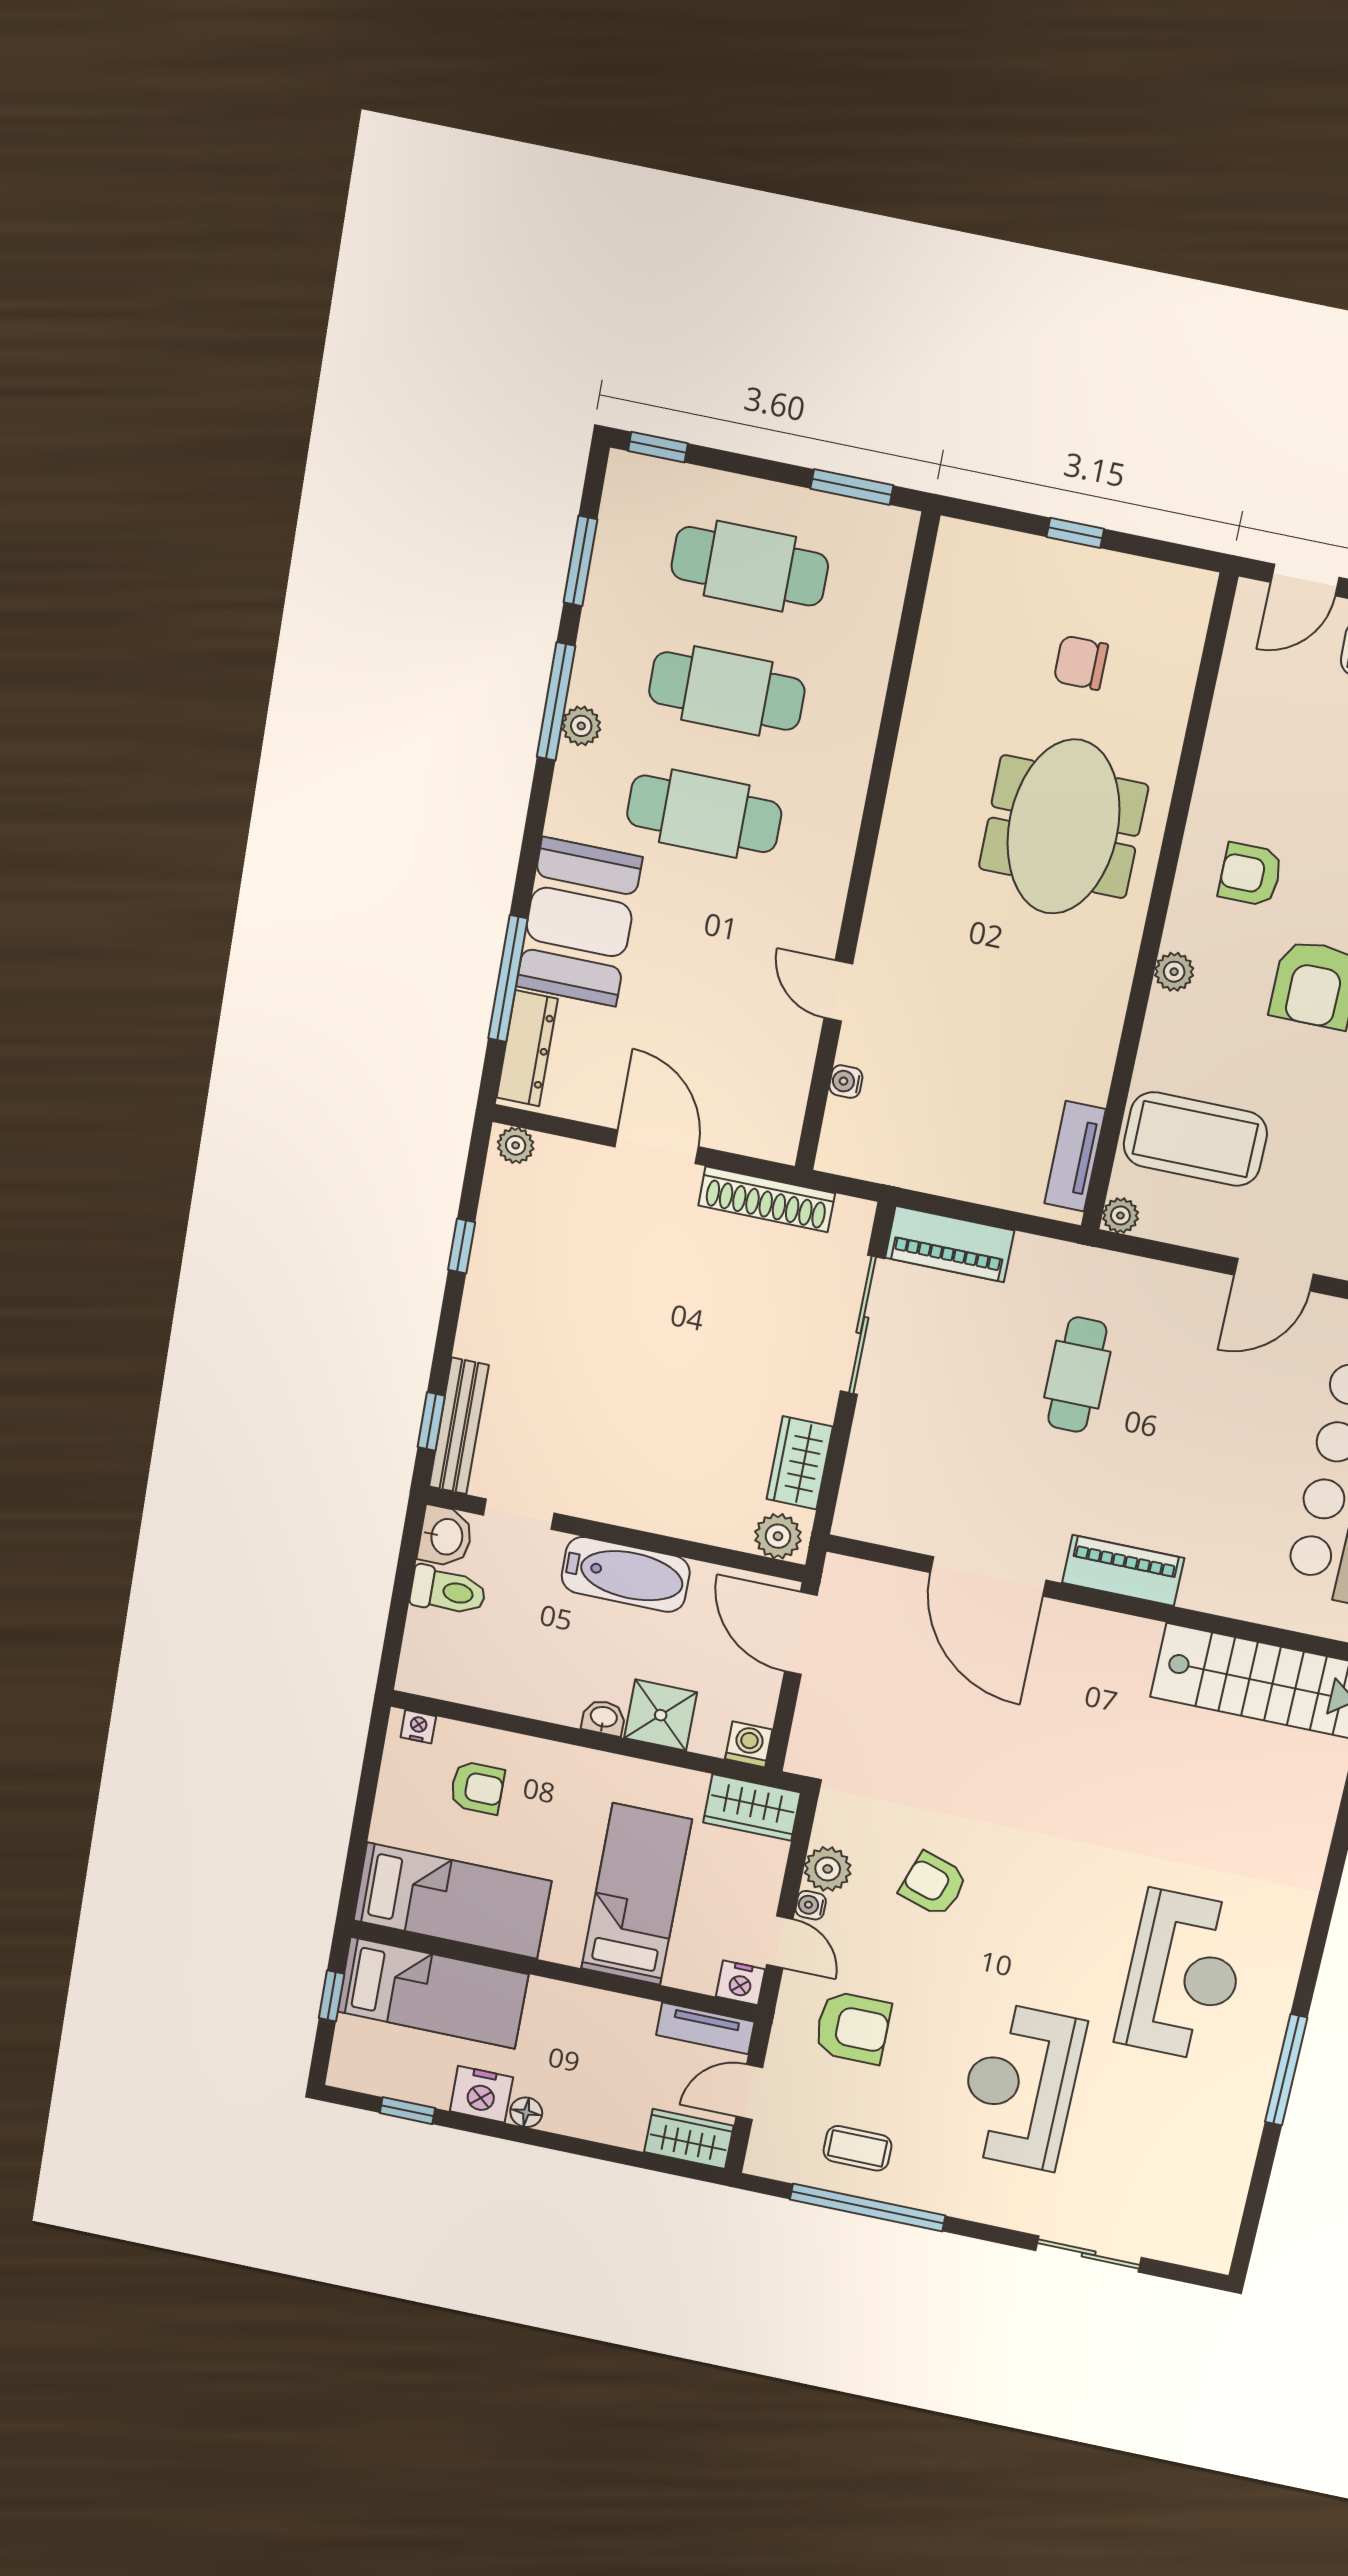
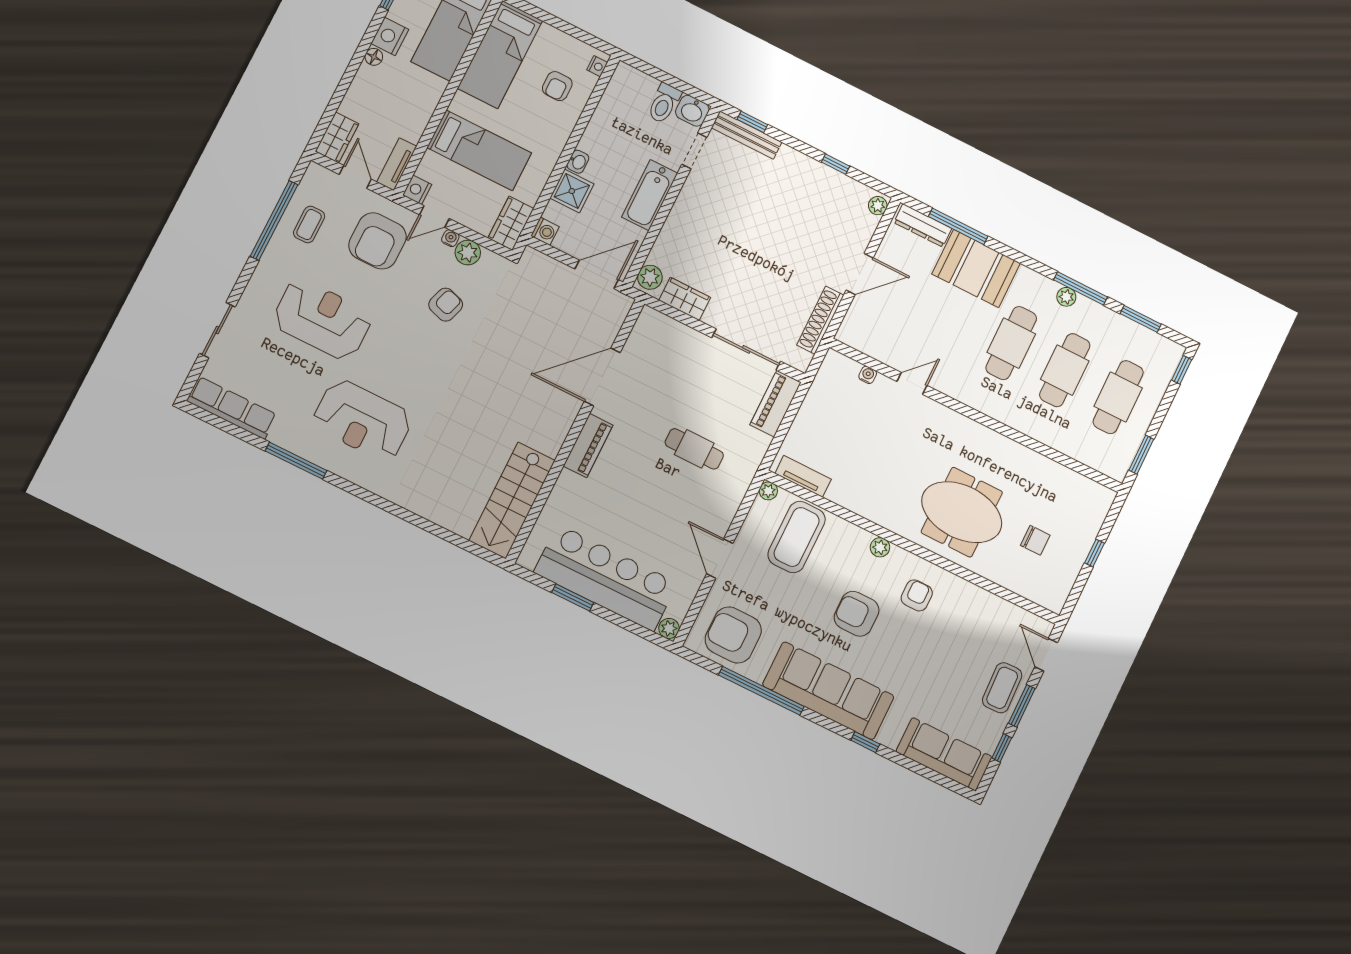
chair: (1081, 663) -> (1035, 540), turned 90
armchair: (853, 2028) -> (377, 241), width x1.36, depth x1.36
row of seats: (1220, 2198) -> (232, 408), added

